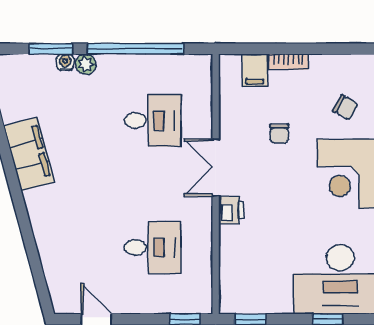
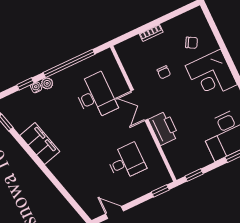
window: (51, 49) -> (25, 84), width x0.67
filing cabinet: (255, 70) -> (136, 46), removed
desk: (153, 121) -> (95, 96), width x1.37
printer: (231, 210) -> (164, 128), width x1.87, depth x1.48

